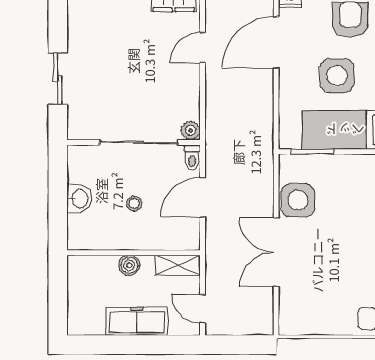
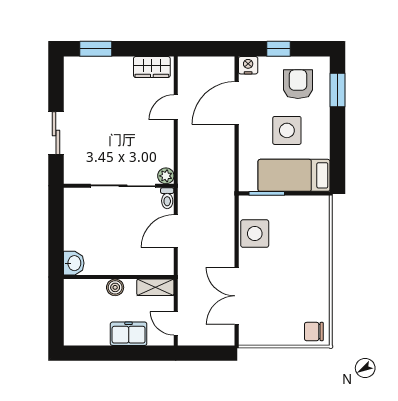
washbasin: (79, 199) -> (74, 263), moved
stool: (134, 204) -> (119, 236), removed
double door: (276, 252) -> (237, 296), moved
freezer: (137, 321) -> (129, 334), width x0.71

